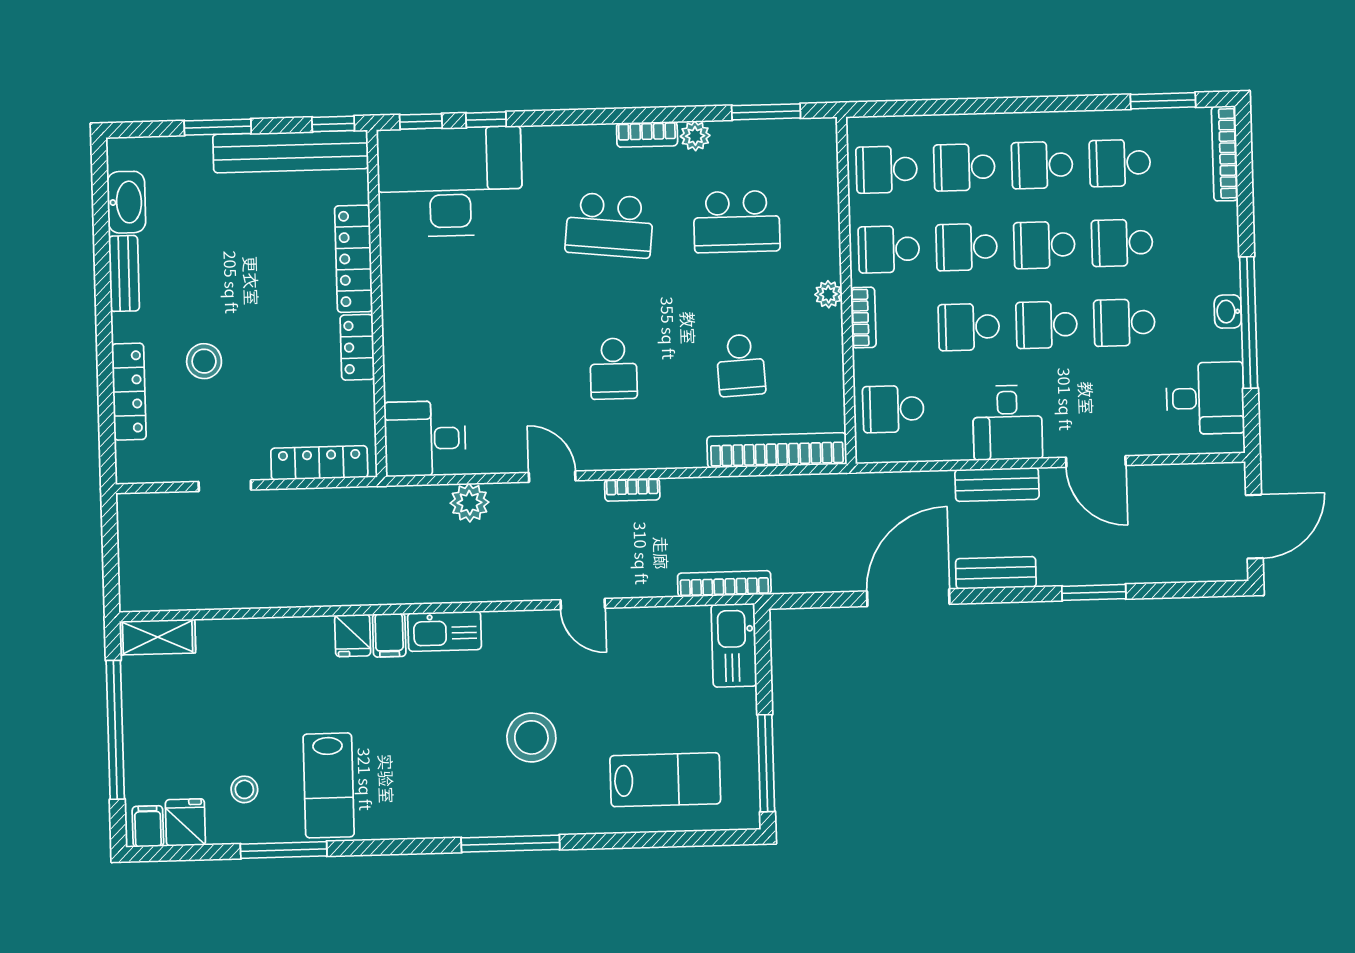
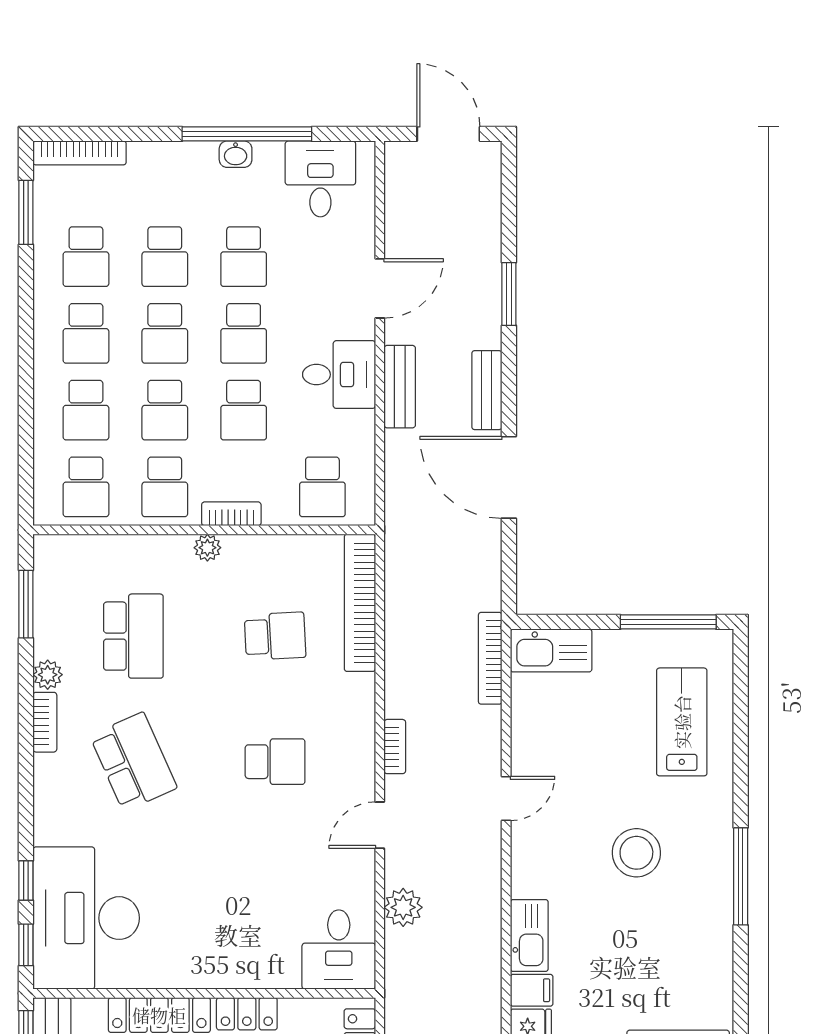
school desk: (609, 225) -> (133, 762), turned -30

